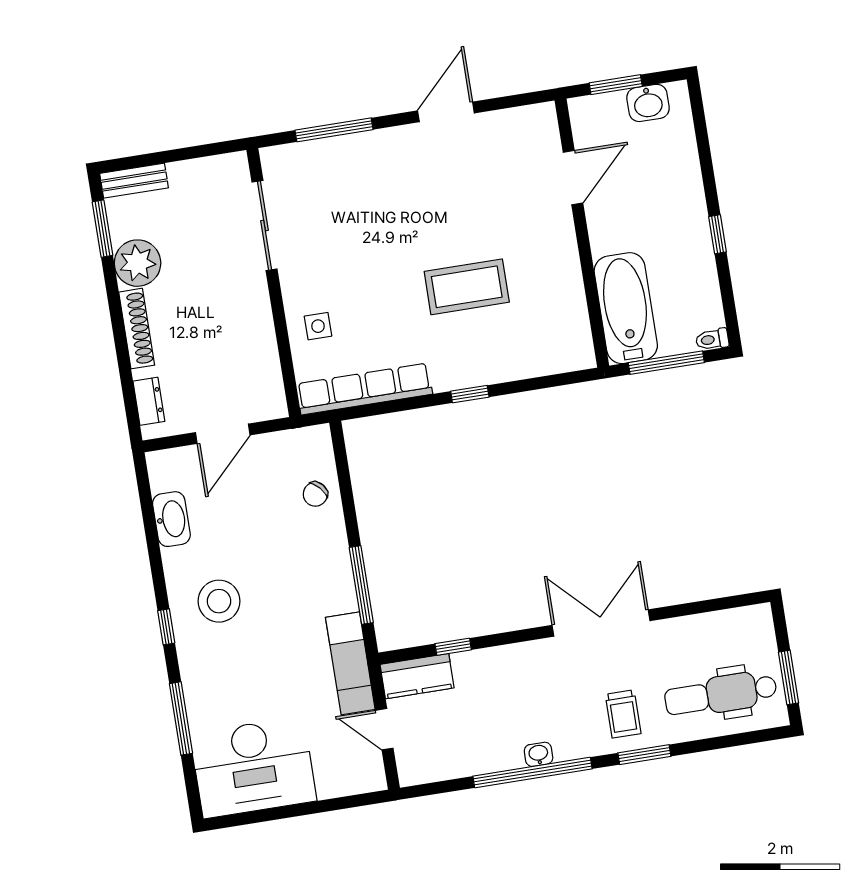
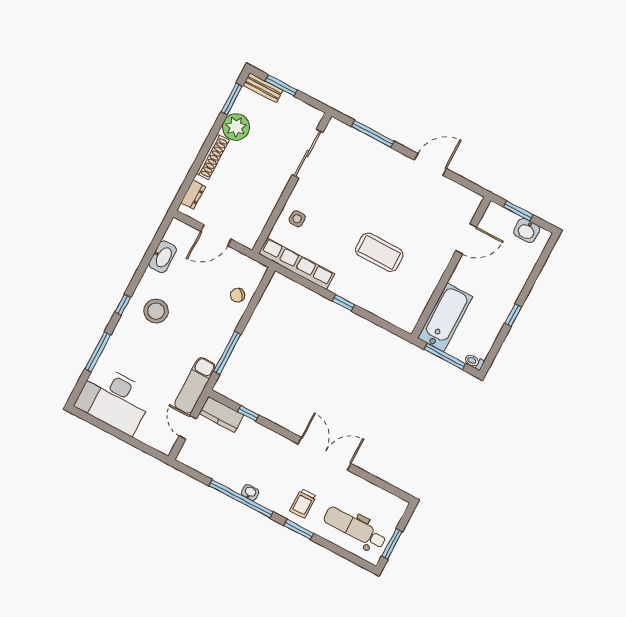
window: (157, 158) -> (281, 85), added

